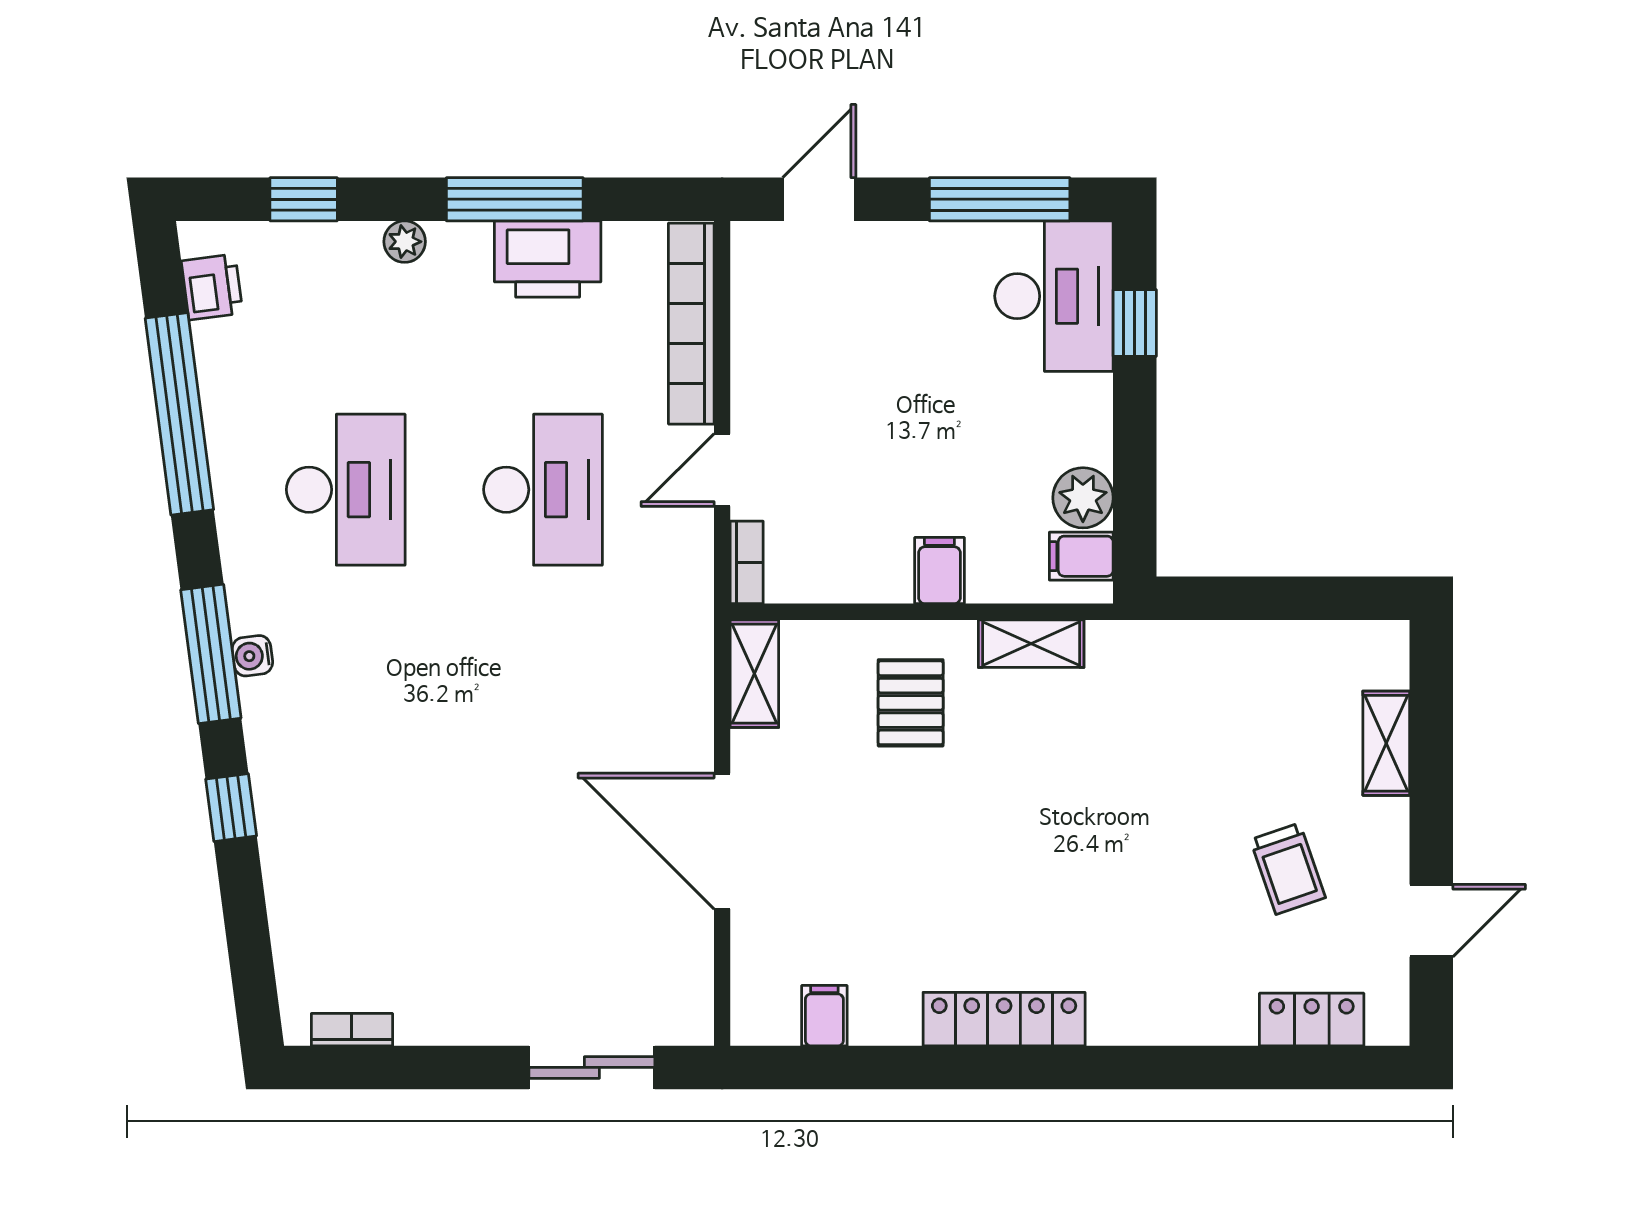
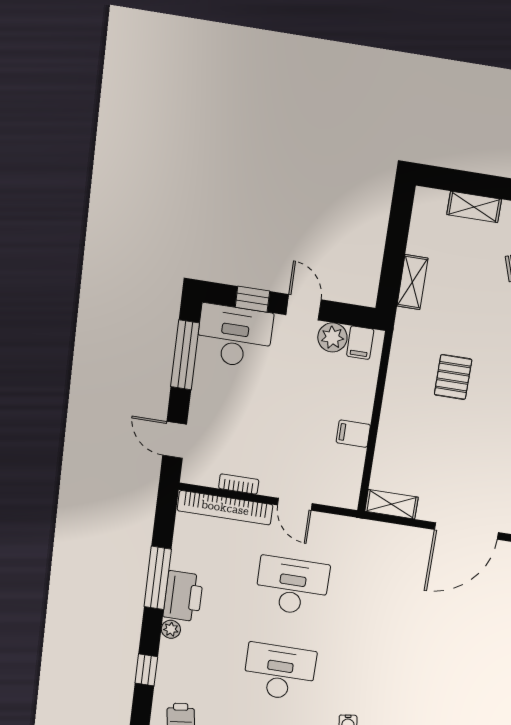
printer: (548, 259) -> (183, 596), moved
door: (1135, 430) -> (304, 307), added
bookcase: (747, 562) -> (239, 484), moved
filing cabinet: (939, 571) -> (353, 434), moved
shelving: (1031, 644) -> (412, 282), moved
pallet: (911, 703) -> (453, 377), moved, turned 90

